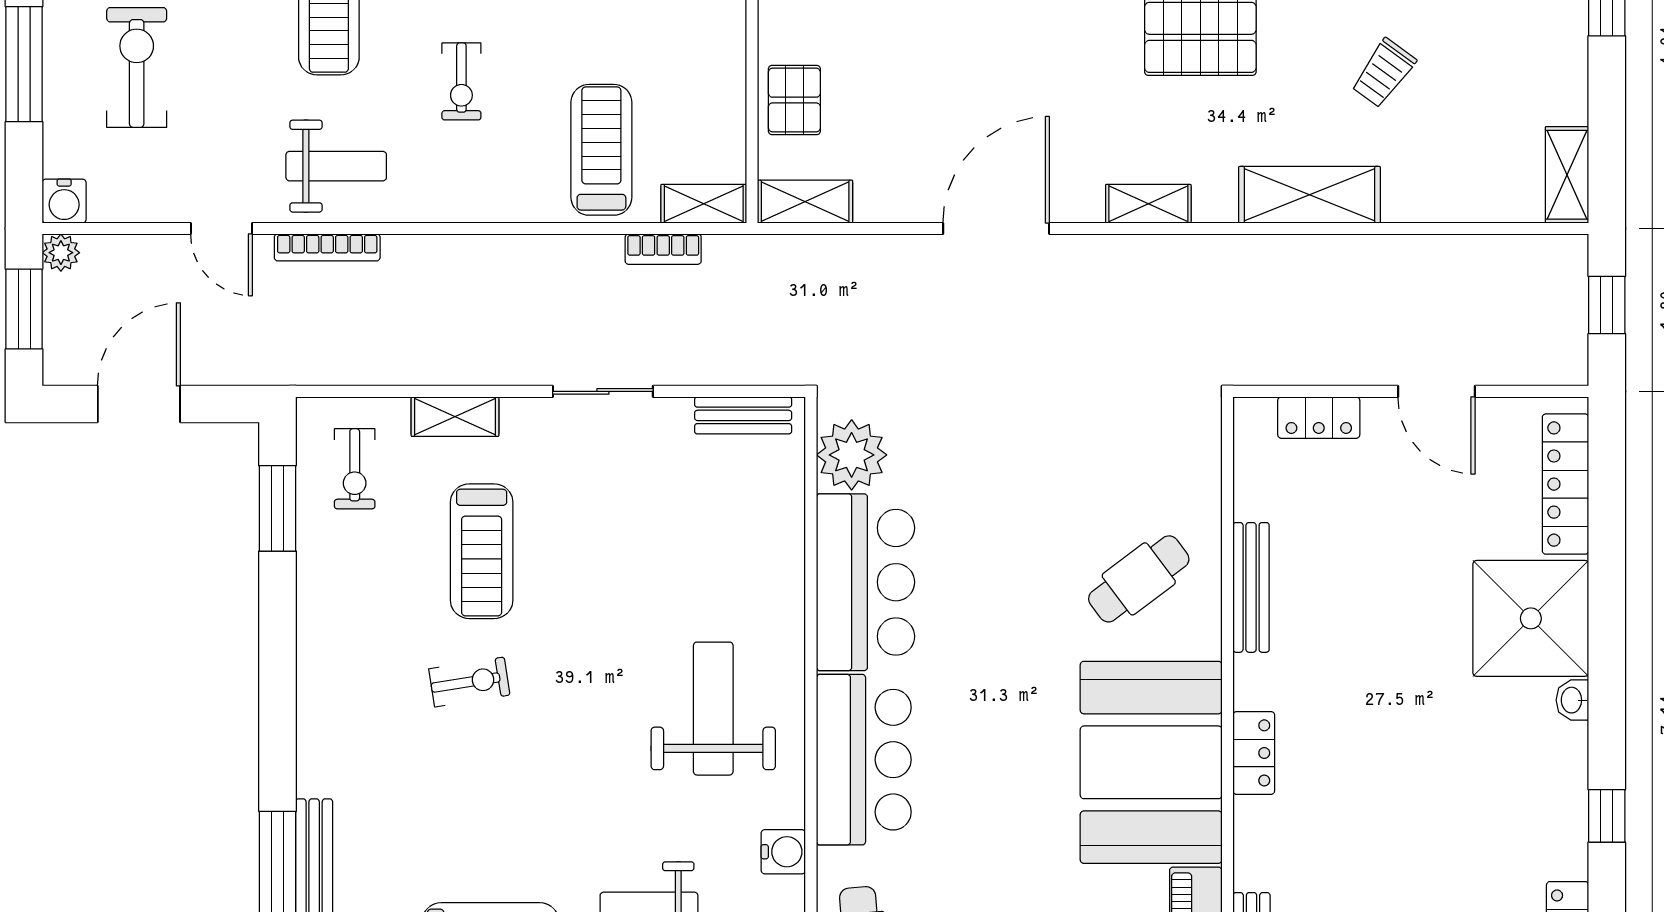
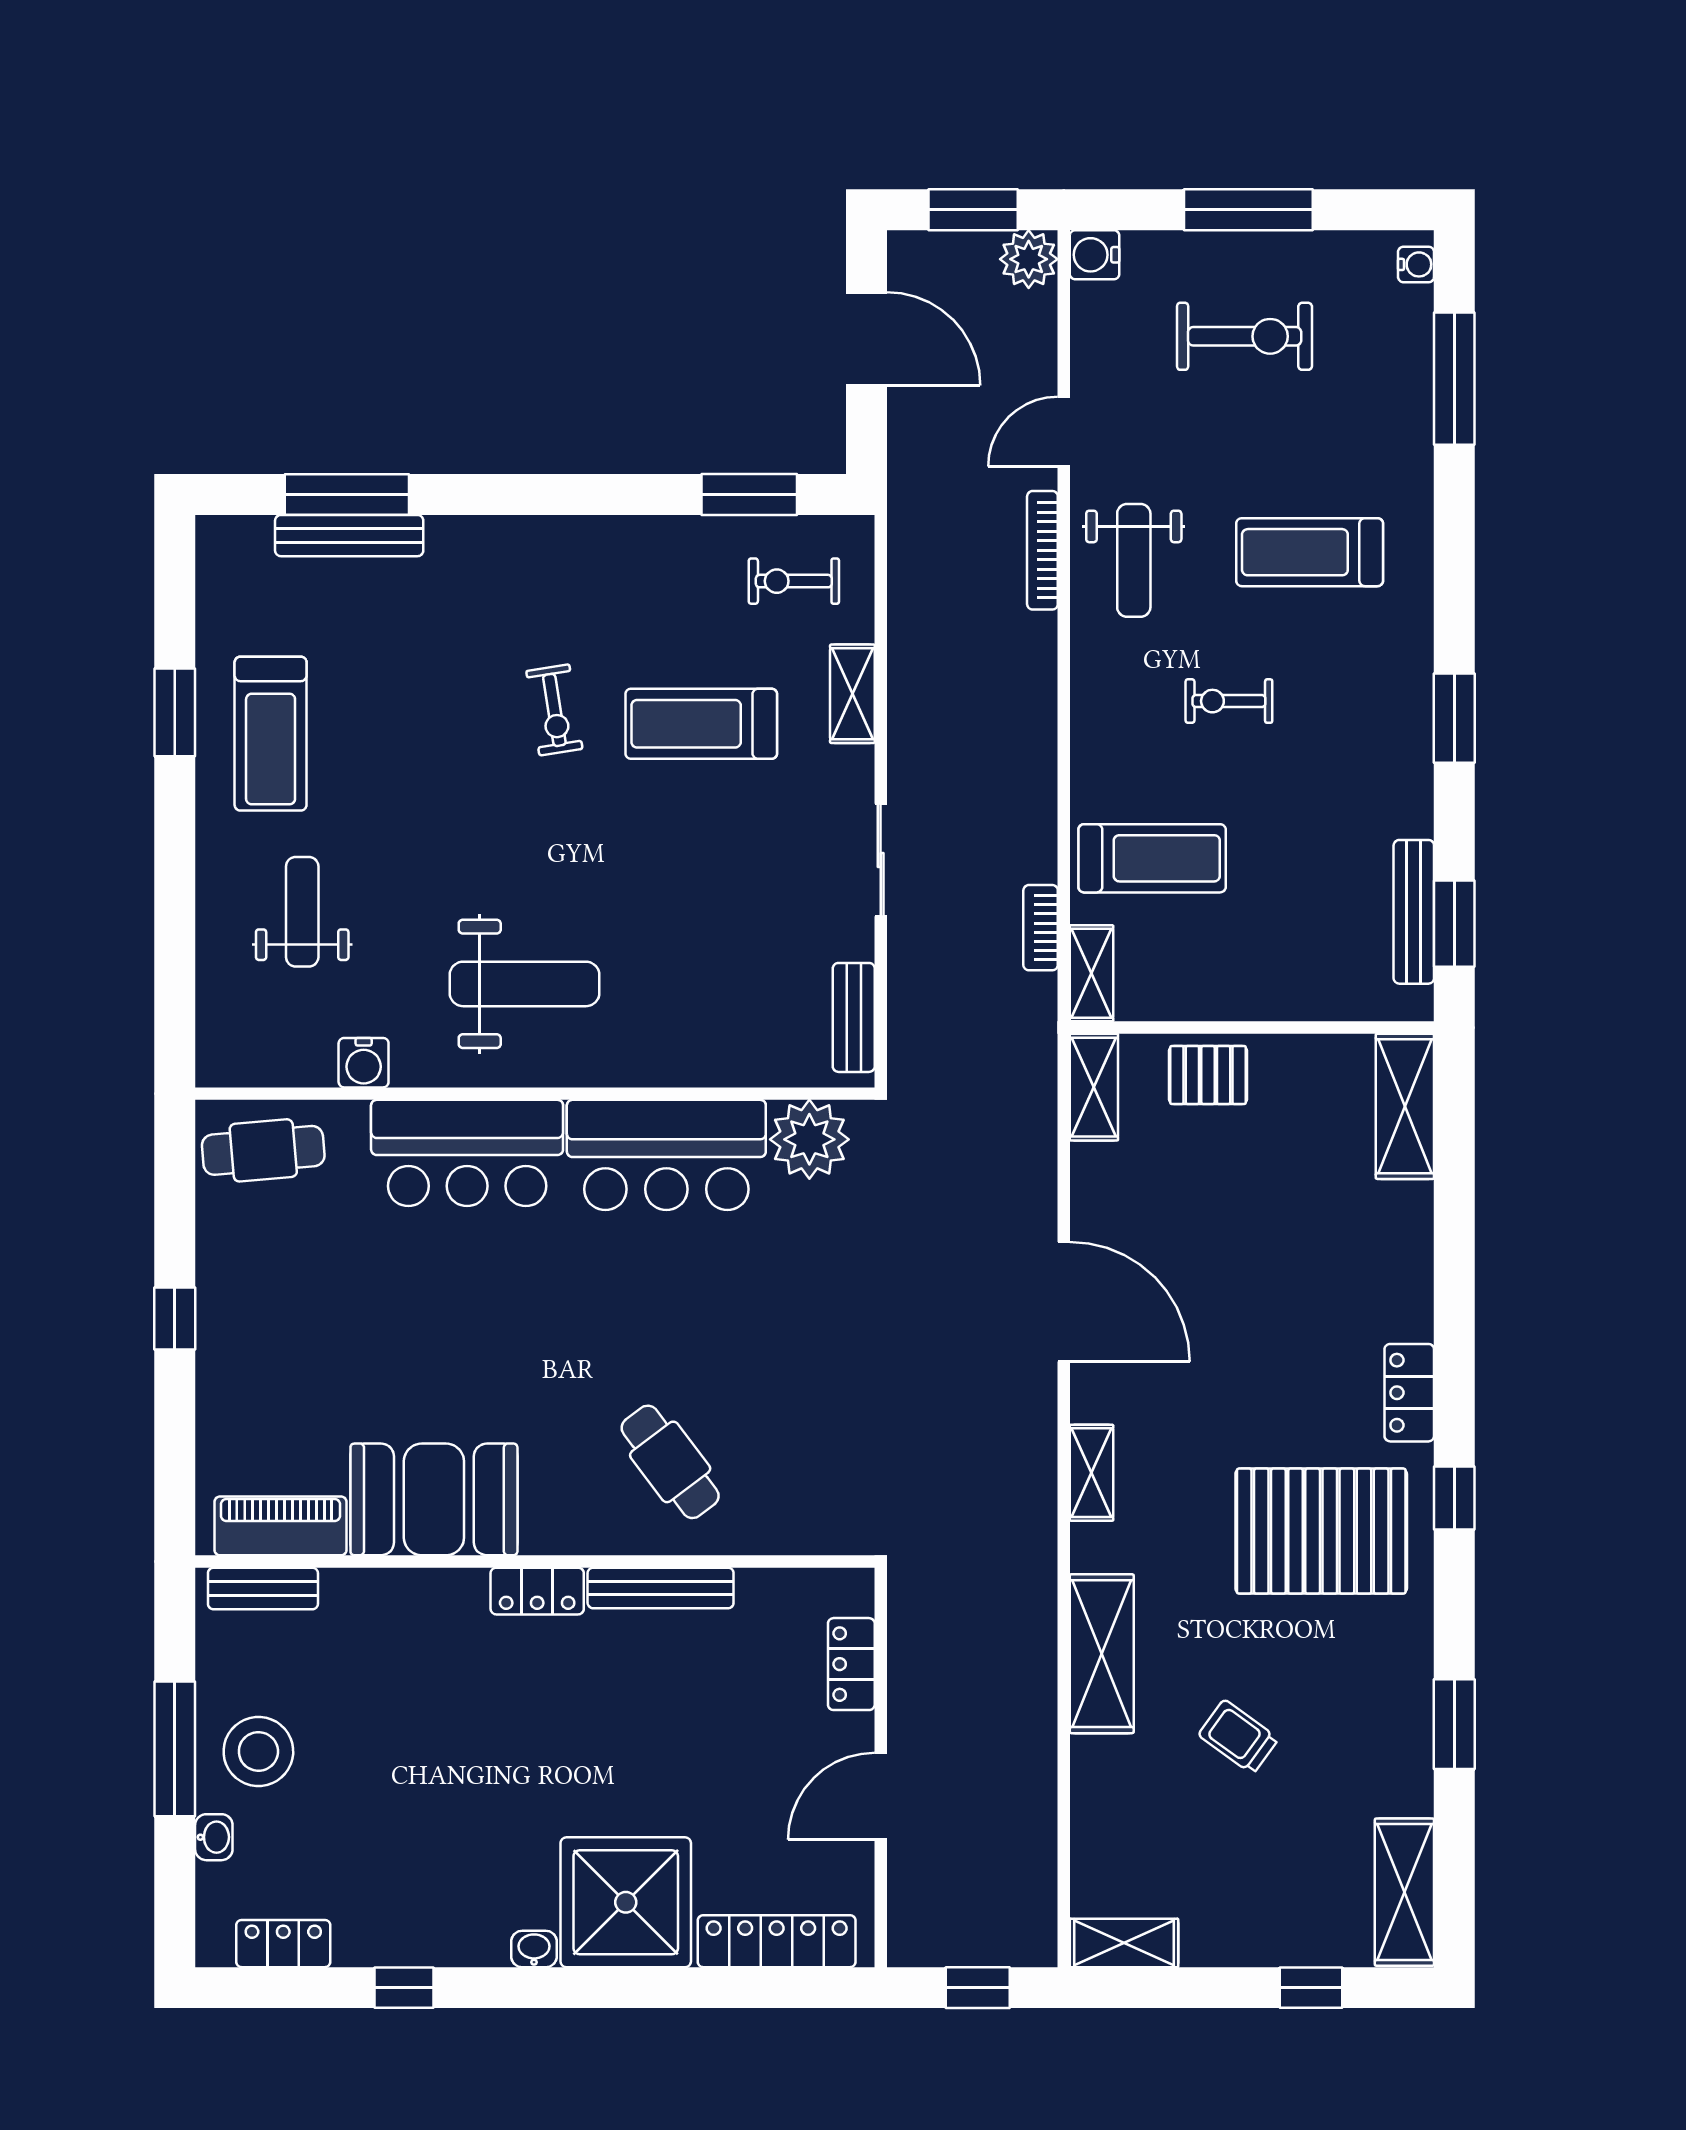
plant: (61, 253) -> (1029, 259), width x1.38, depth x1.38
locker: (1254, 753) -> (537, 1591), moved
booth: (1151, 762) -> (434, 1499), width x0.73, depth x0.70

